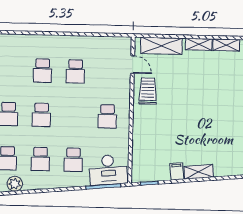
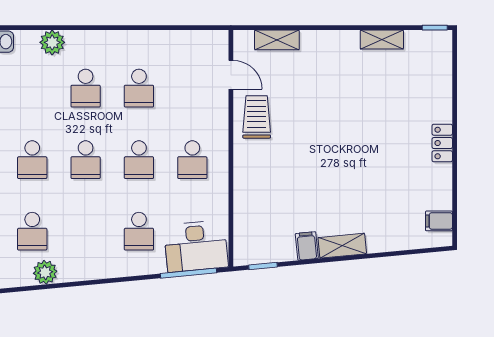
plant: (23, 42) -> (52, 42), added
shelving: (199, 44) -> (337, 39), removed
shelving: (161, 46) -> (277, 40), width x0.67, depth x0.75
school desk: (40, 159) -> (139, 160), moved

